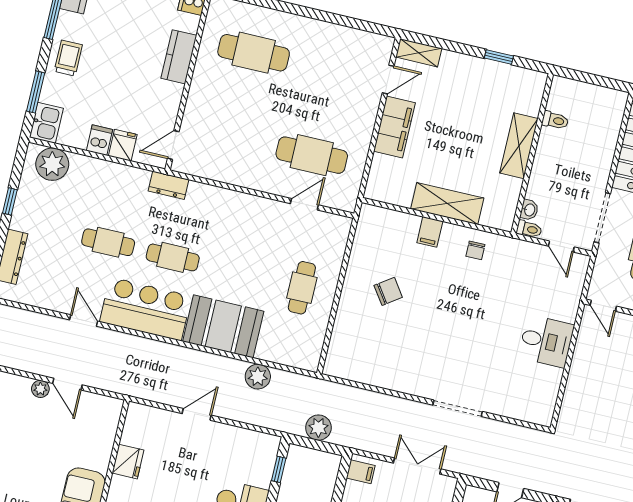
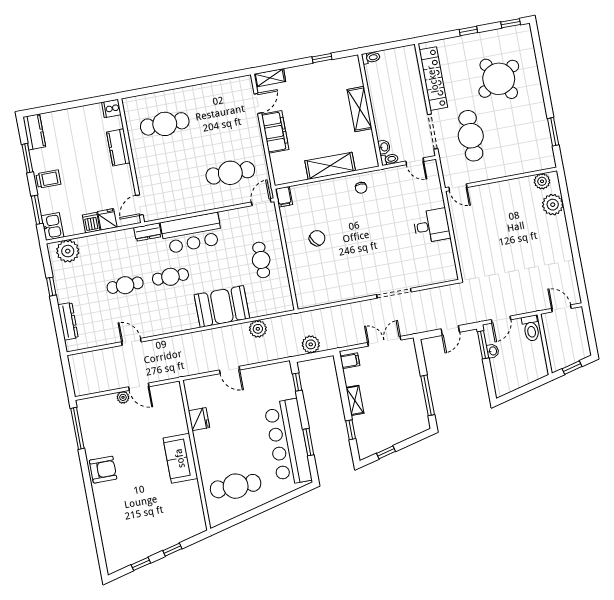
trolley: (68, 58) -> (48, 179), turned 90
toilet: (555, 120) -> (371, 58), moved
door: (304, 204) -> (261, 202), moved
filing cabinet: (430, 232) -> (284, 197), moved
bar counter: (146, 309) -> (192, 233), moved, turned 180
door: (197, 414) -> (230, 370), swing flipped

